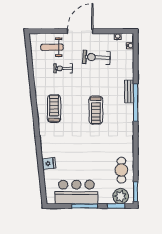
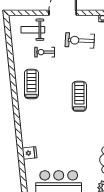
treadmill: (54, 109) -> (31, 84), moved
treadmill: (96, 110) -> (79, 96), turned 180

